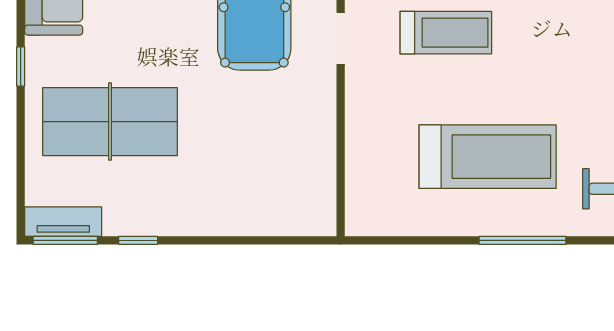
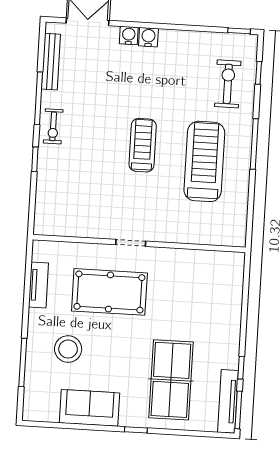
treadmill: (446, 33) -> (143, 145), moved
tv unit: (63, 222) -> (228, 401), width x1.41

